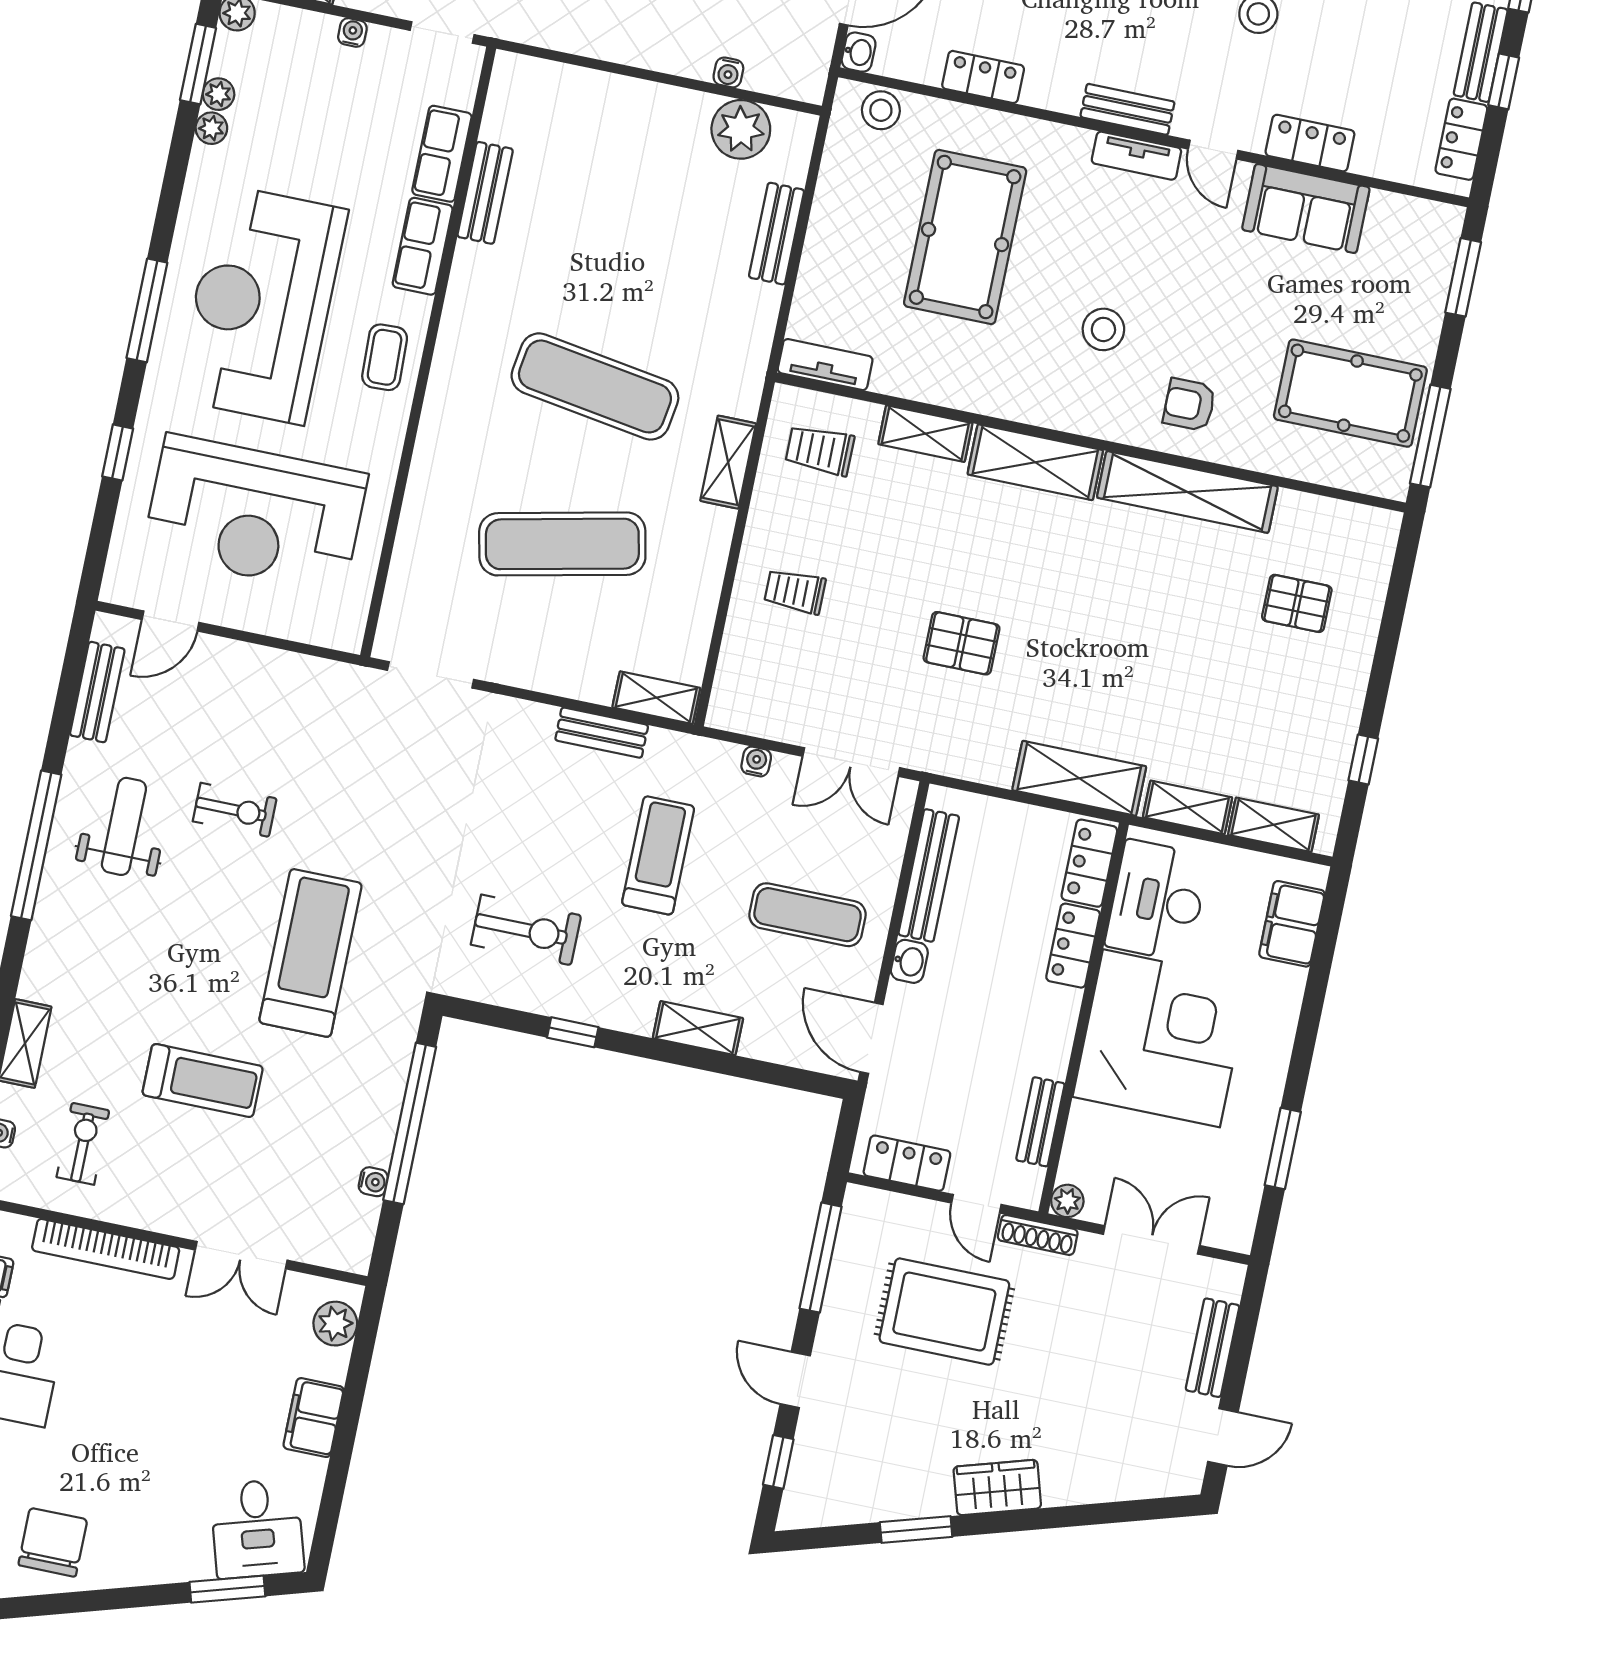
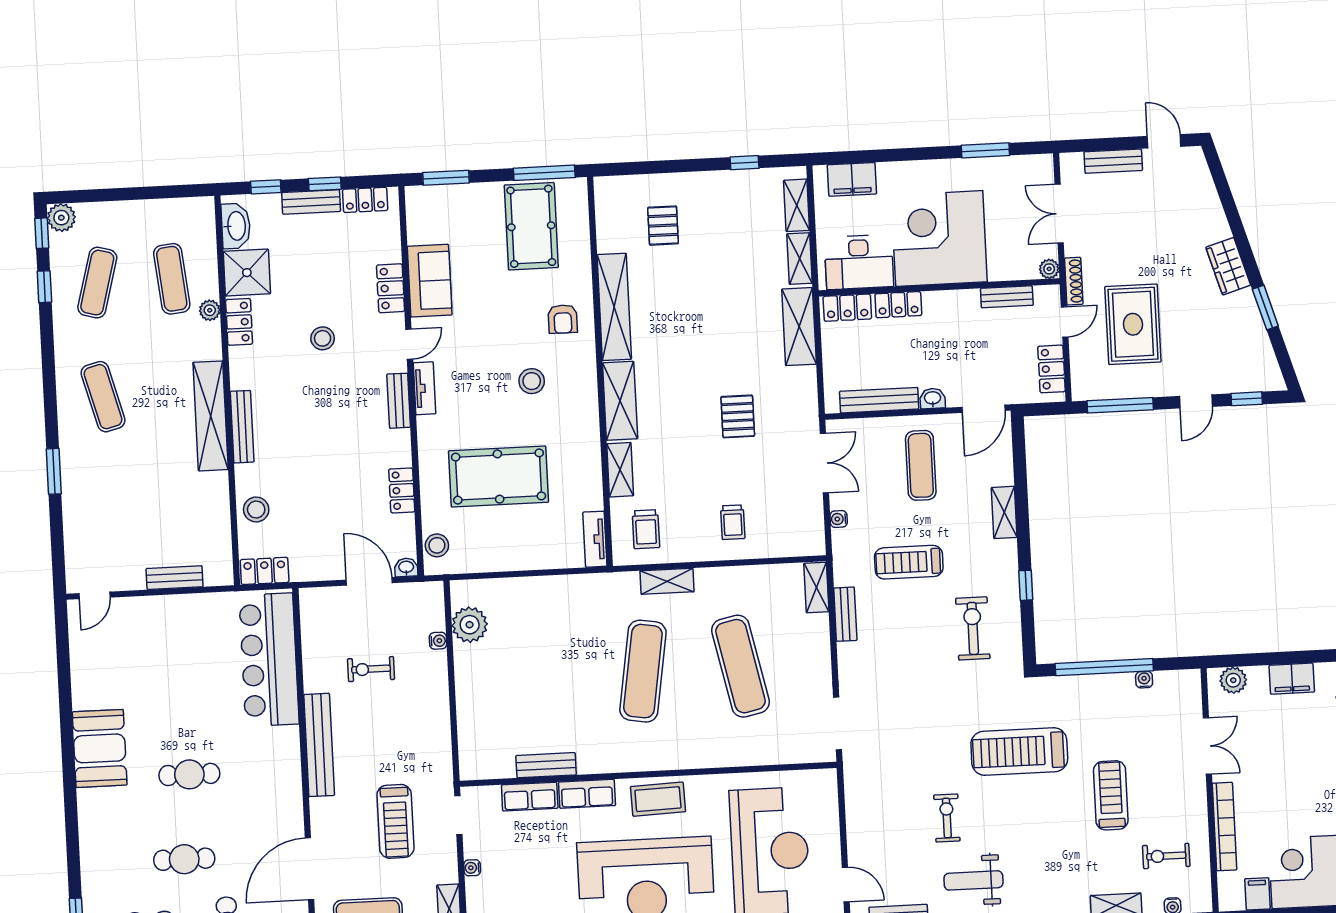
bench: (777, 234) -> (525, 588), removed
coffee table: (385, 357) -> (658, 799), width x1.36, depth x1.30

